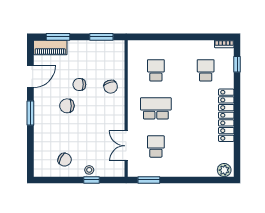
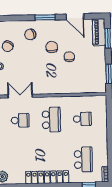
school desk: (206, 70) -> (83, 159), width x1.85
chair: (111, 87) -> (30, 35), moved

